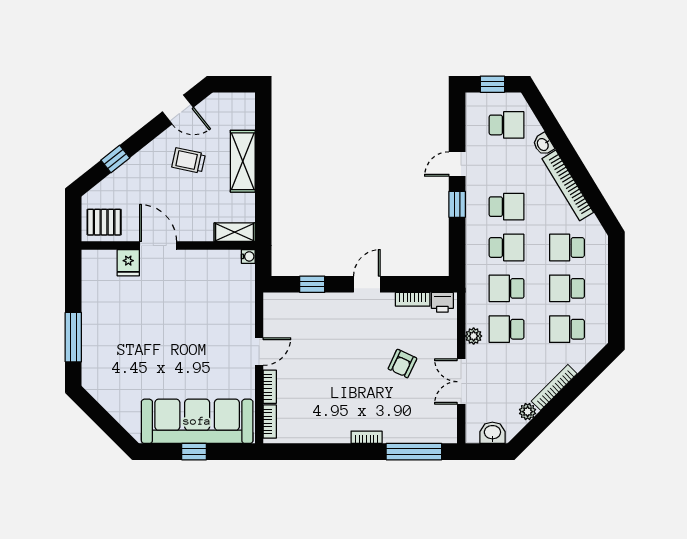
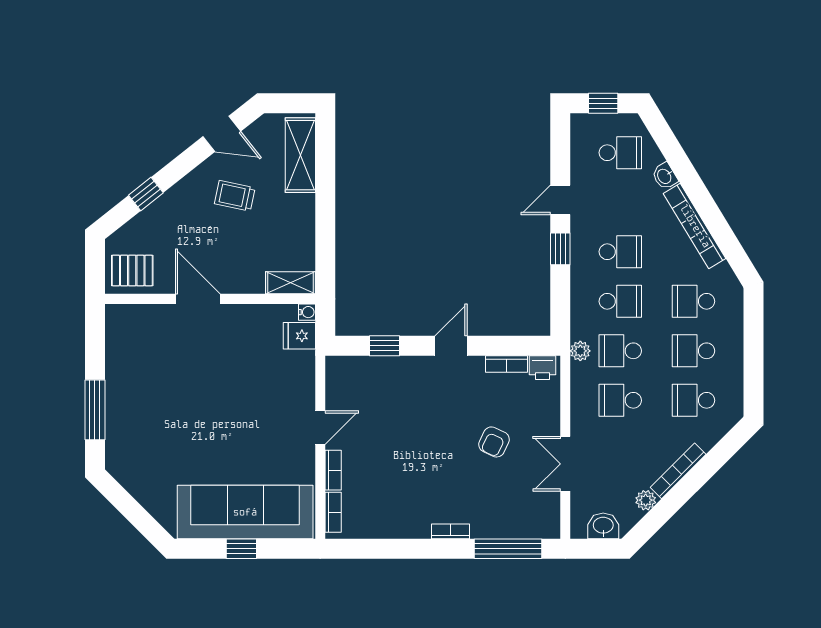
shelving: (243, 161) -> (300, 155), moved
fridge: (128, 263) -> (299, 336), moved, turned 90
plant: (474, 336) -> (580, 351), moved

